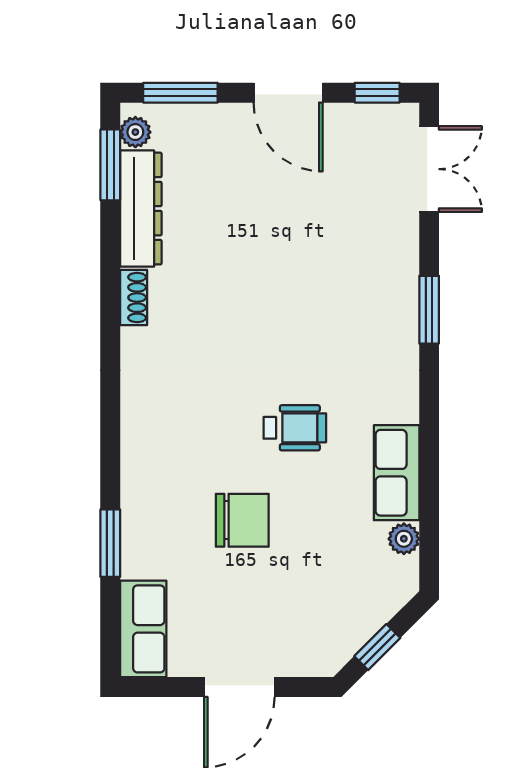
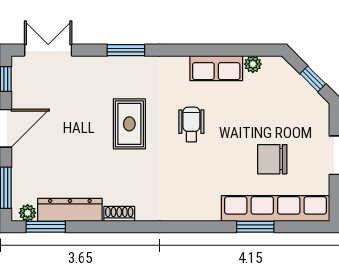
rug: (296, 316) -> (129, 124), added
chair: (242, 520) -> (272, 159), moved, turned -90
row of seats: (143, 629) -> (275, 208), width x2.02

